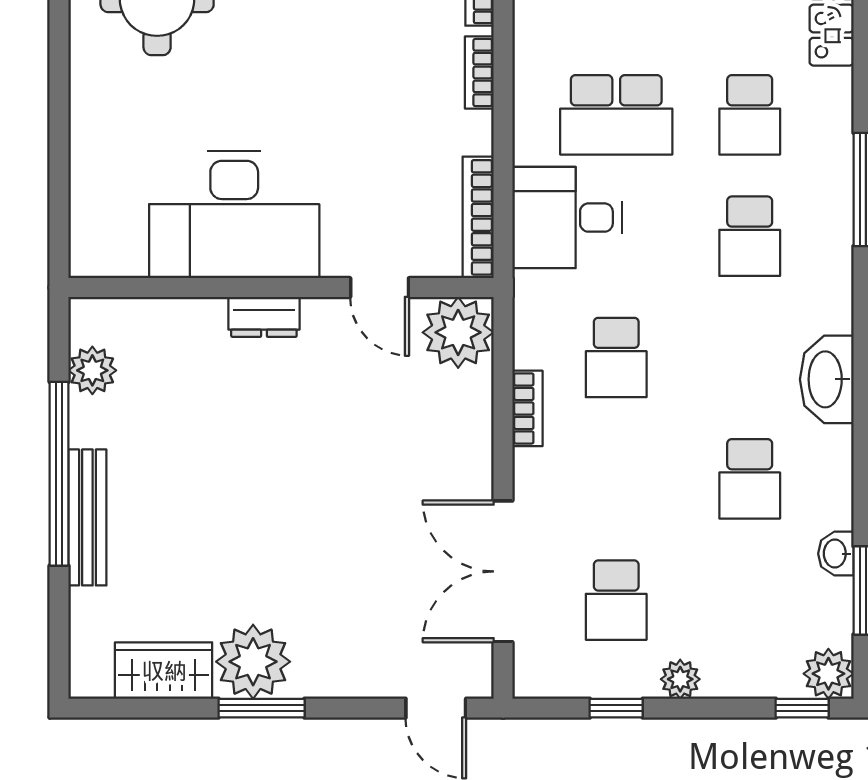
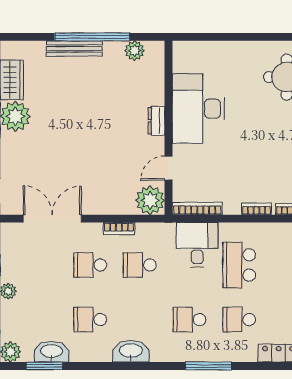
washbasin: (836, 554) -> (51, 352), width x1.91, depth x1.45
school desk: (616, 600) -> (90, 265), moved

